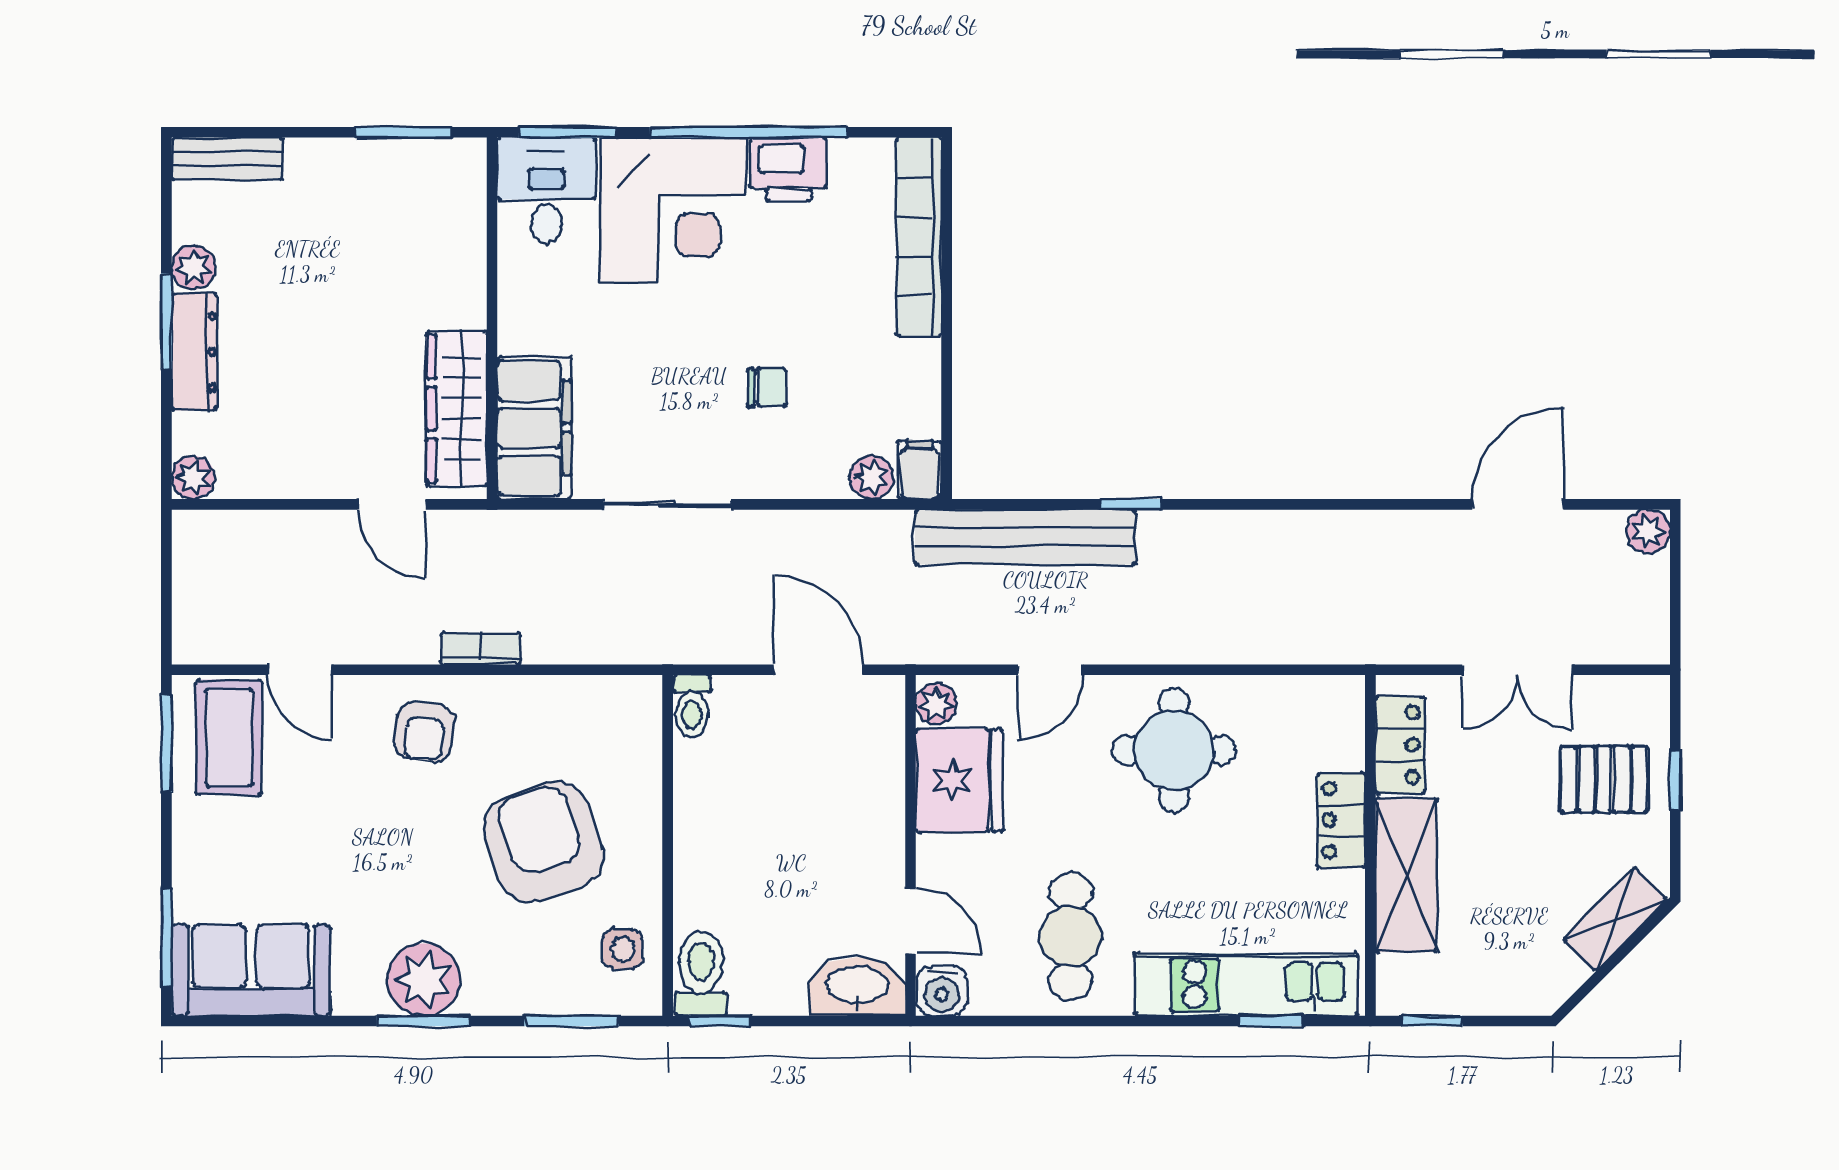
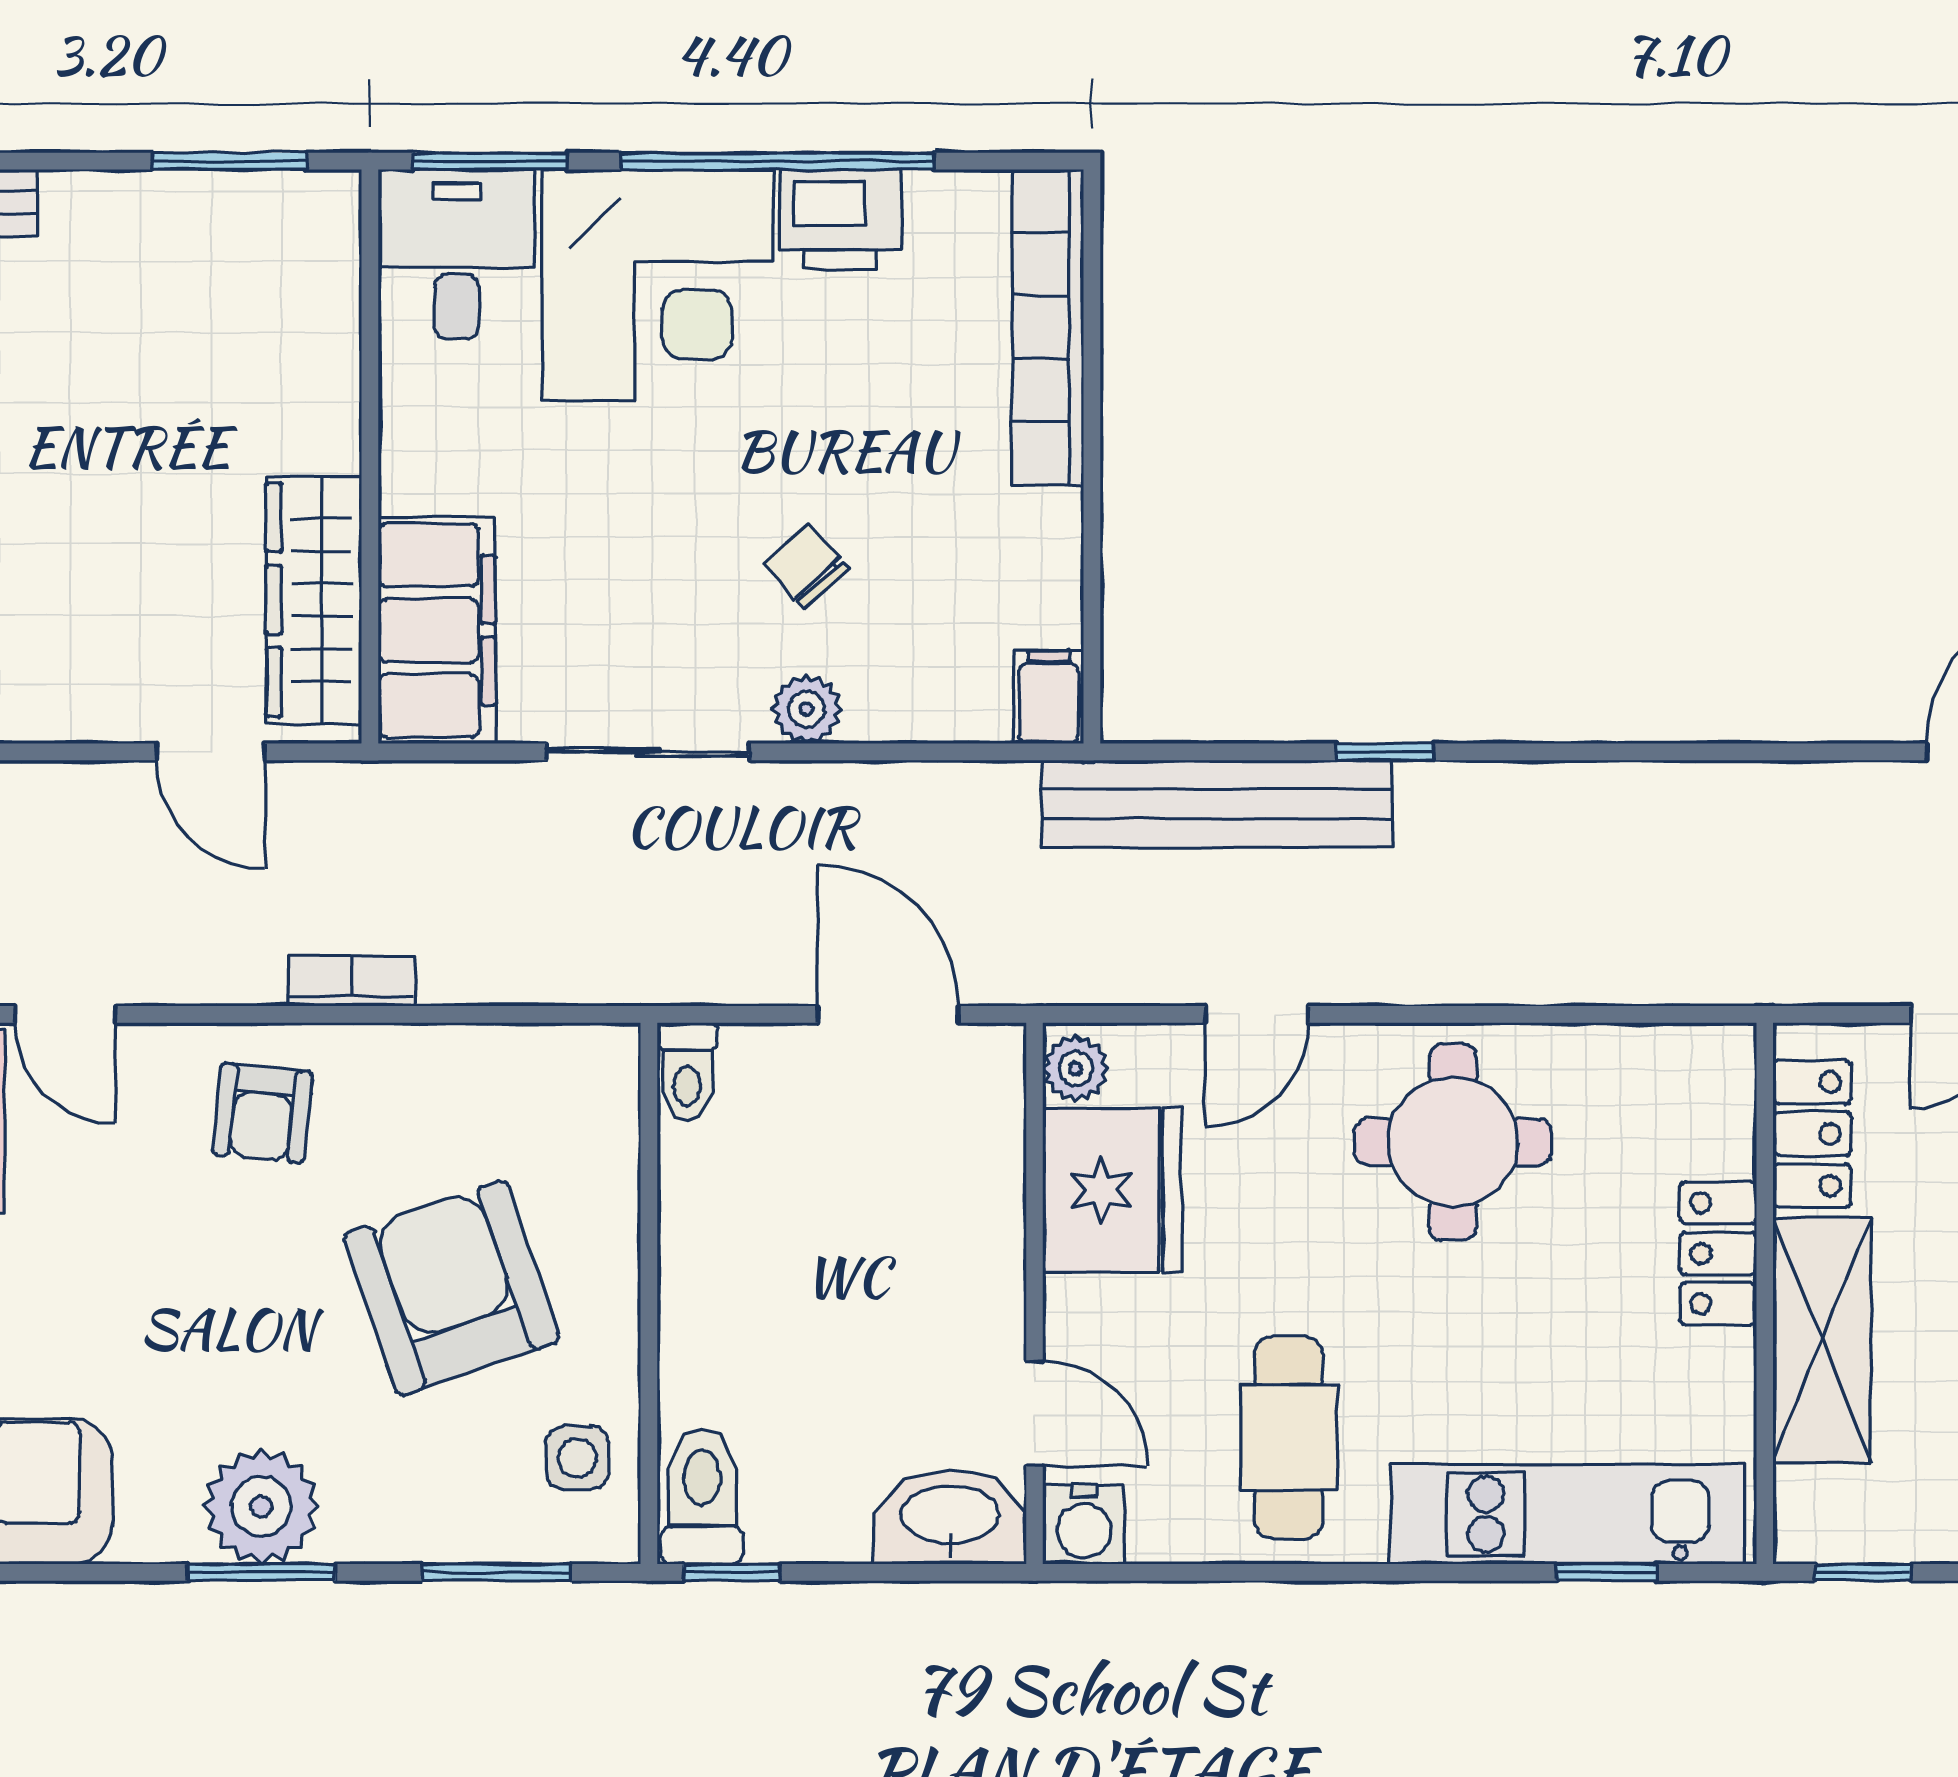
chair: (767, 387) -> (806, 566), turned -132
plant: (872, 478) -> (806, 709), moved

